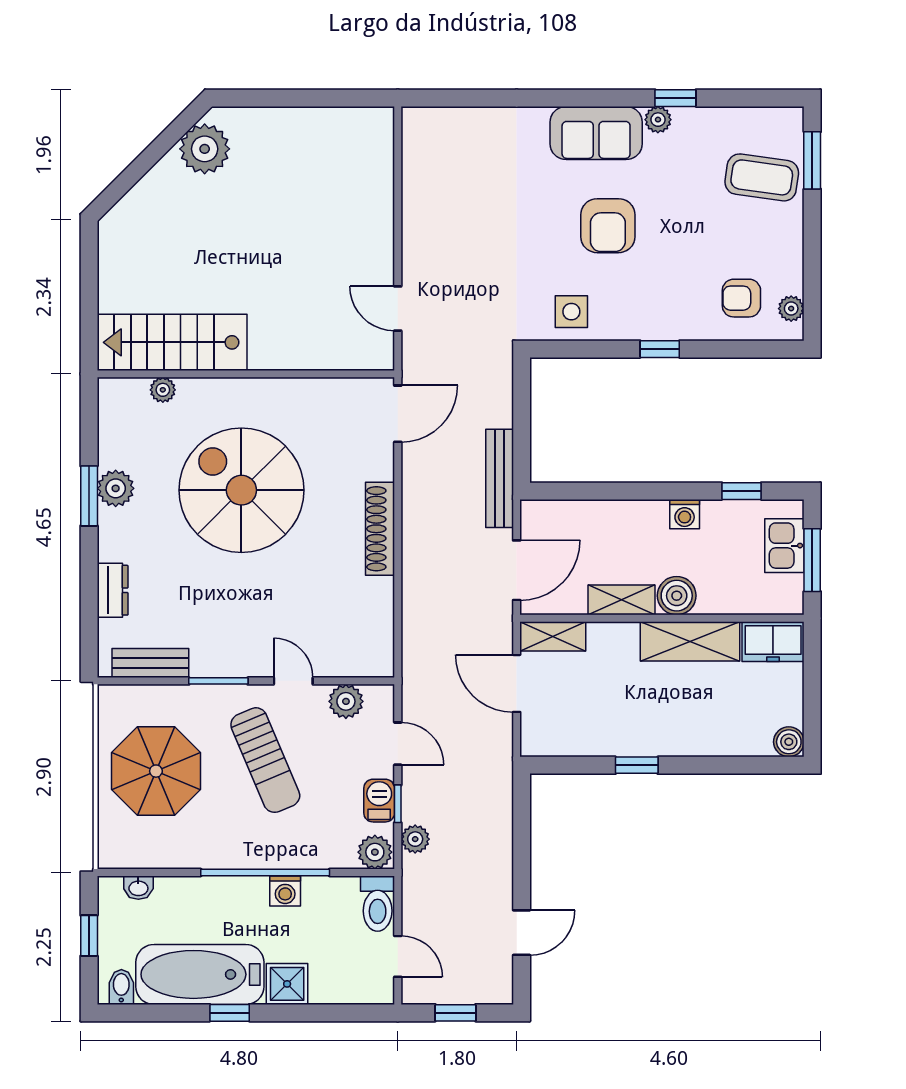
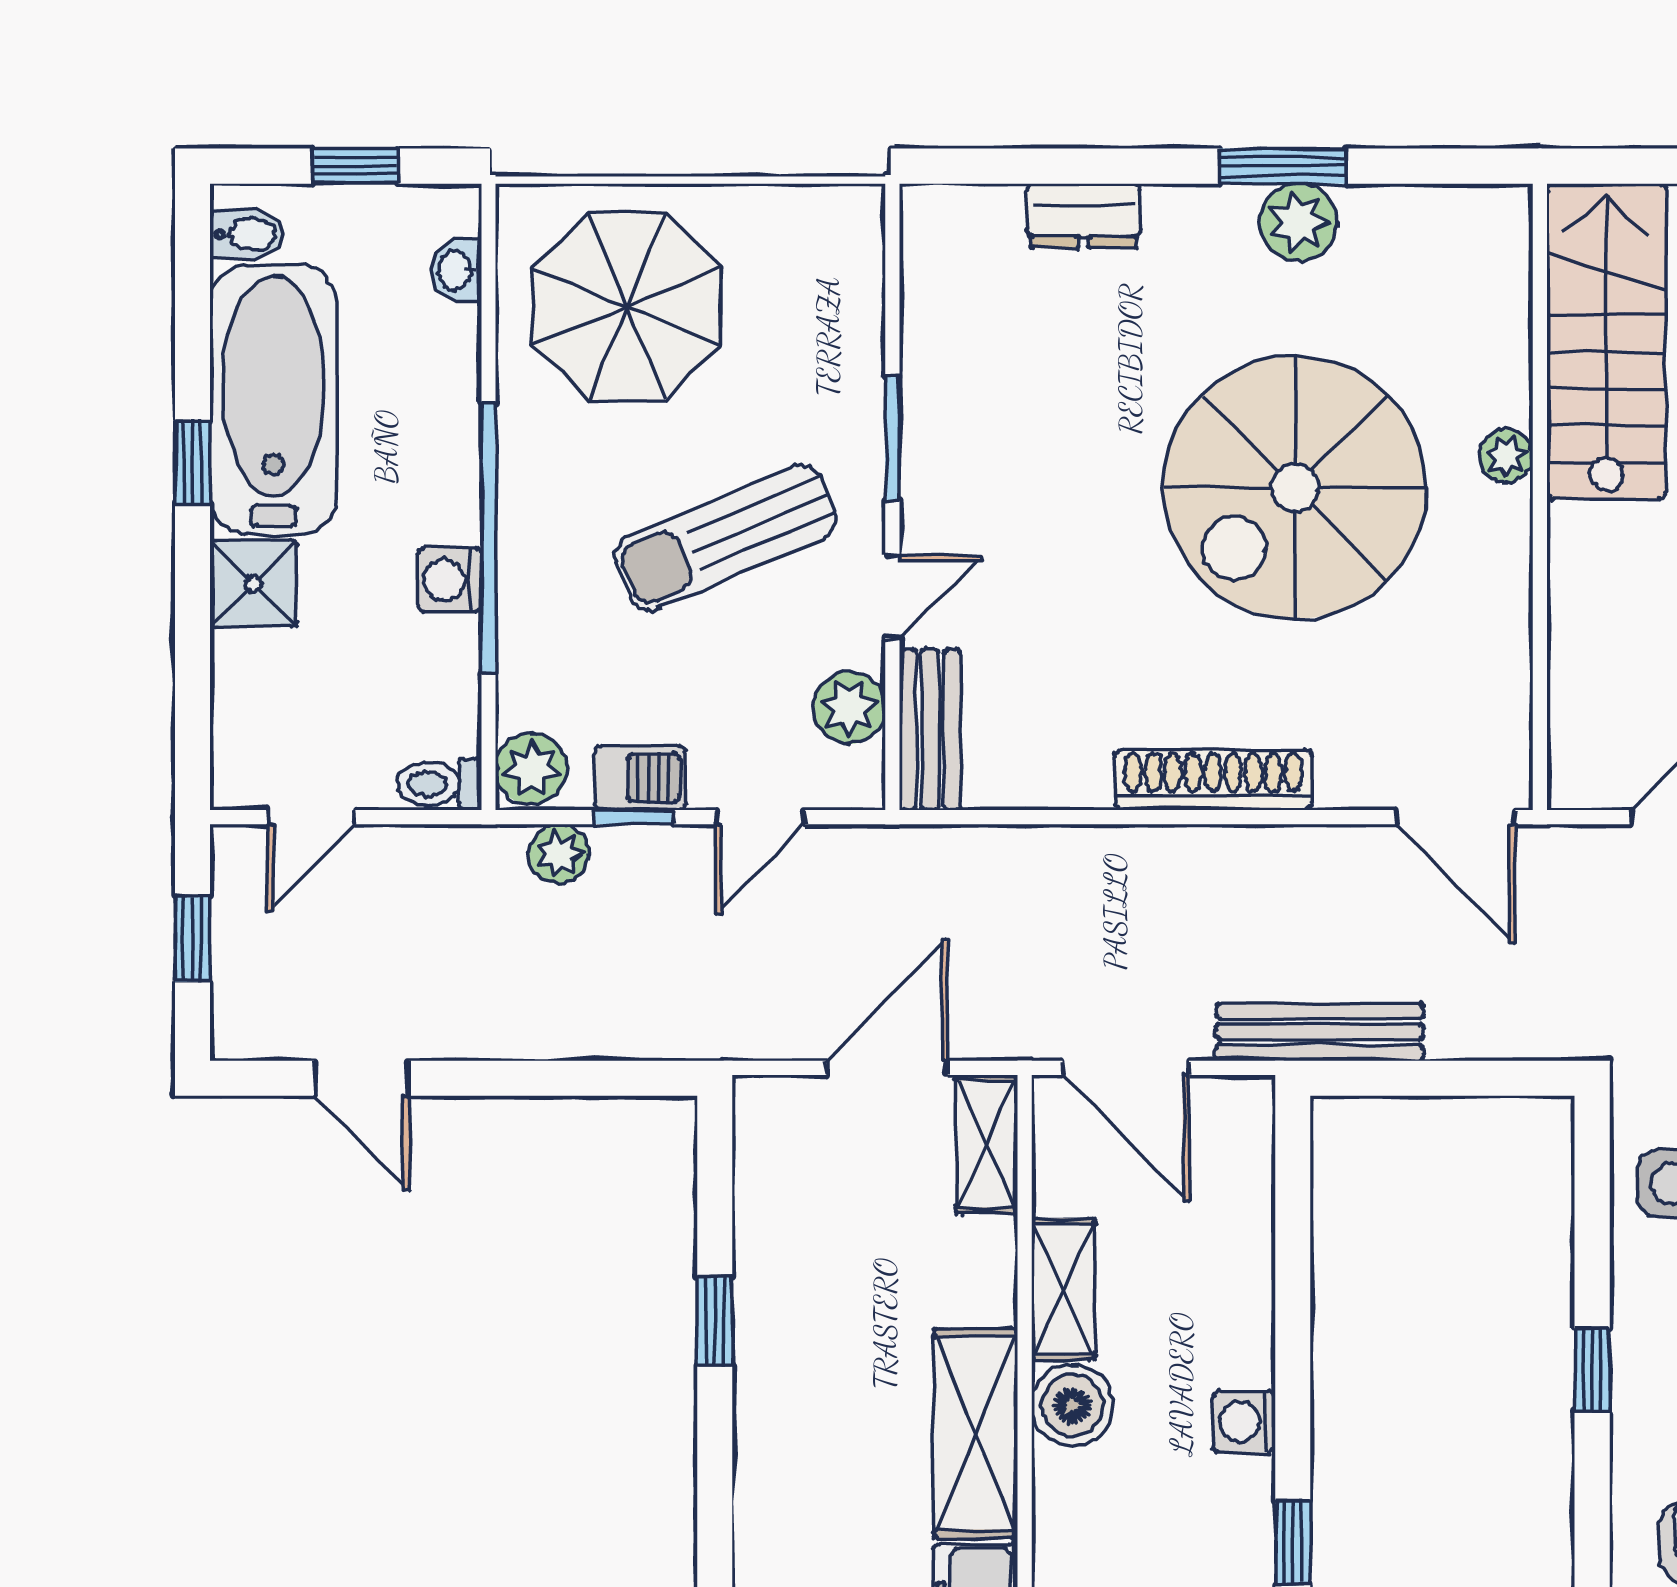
plant: (163, 390) -> (1506, 456), moved
spiral stairs: (241, 490) -> (1295, 487), turned 180
bench: (150, 663) -> (930, 729), moved
parasol: (156, 771) -> (627, 306), moved
toilet: (378, 904) -> (439, 784), width x0.73, depth x0.72

